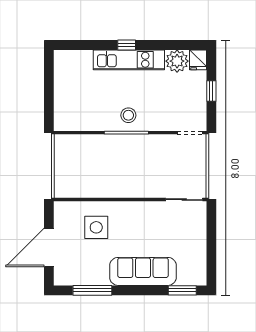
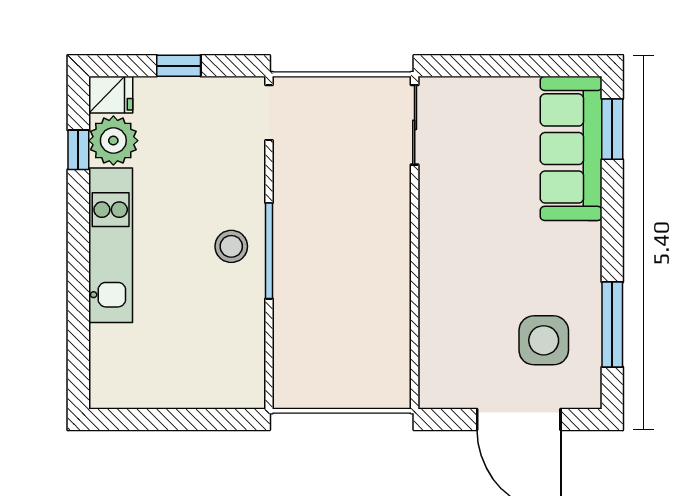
window: (127, 45) -> (78, 150), moved
side table: (96, 227) -> (544, 340), moved
sofa: (143, 271) -> (571, 148), moved

